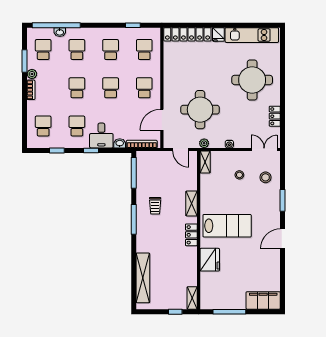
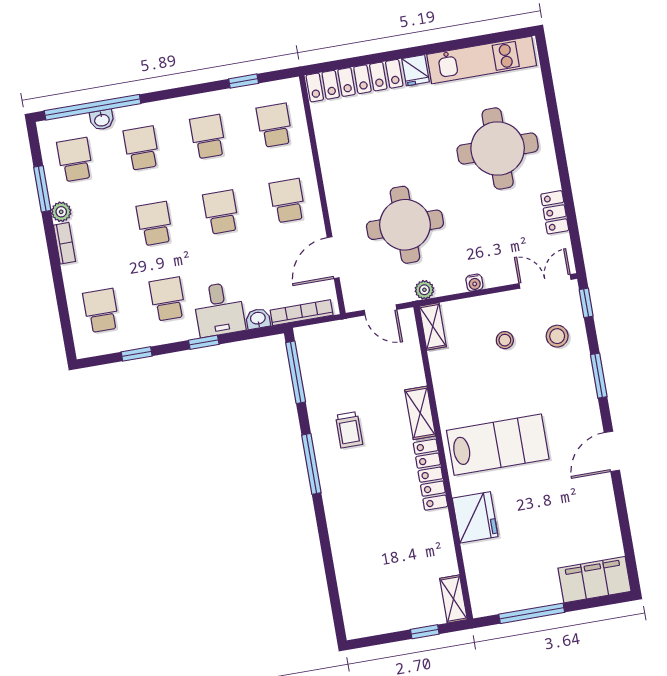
window: (283, 163) -> (586, 303), added
locker: (191, 235) -> (430, 475), width x1.53
shelving: (143, 278) -> (349, 576), removed

